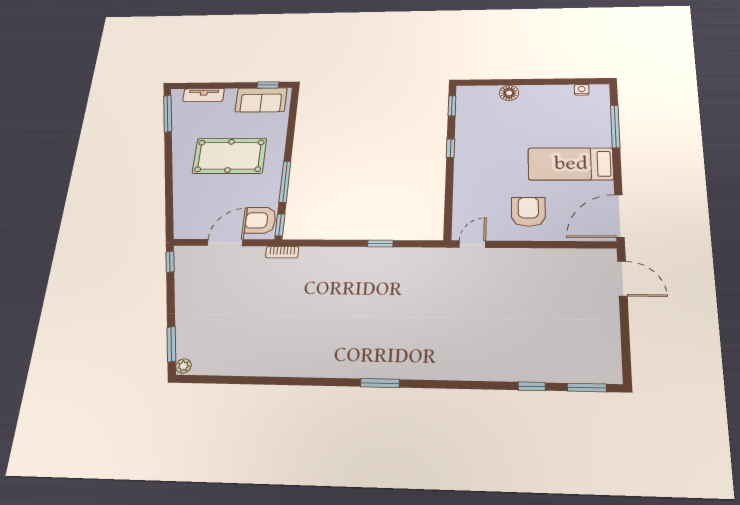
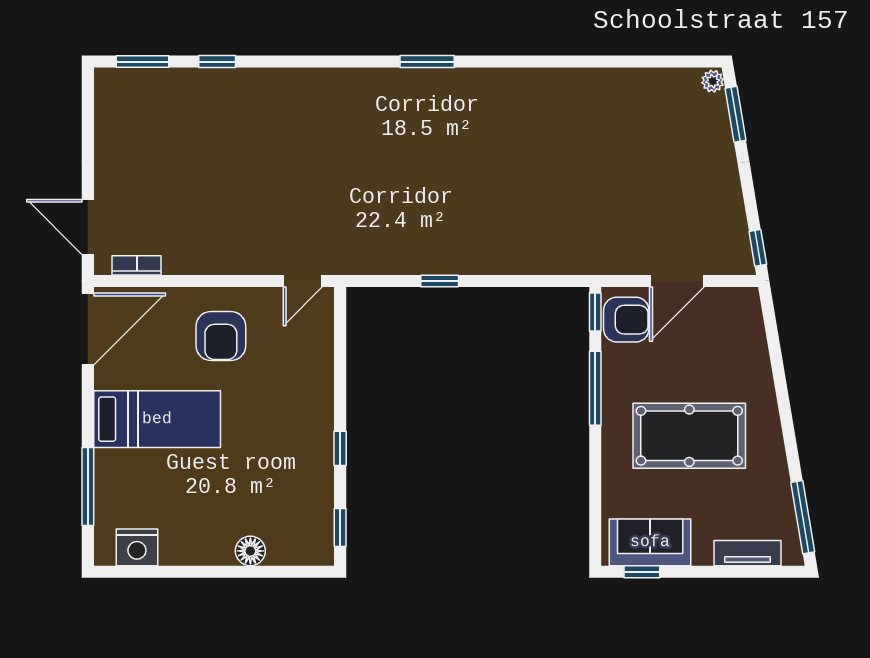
nightstand: (582, 90) -> (137, 547), width x1.89, depth x1.79
bookcase: (282, 252) -> (137, 265), moved

